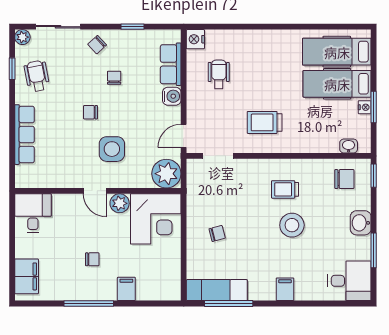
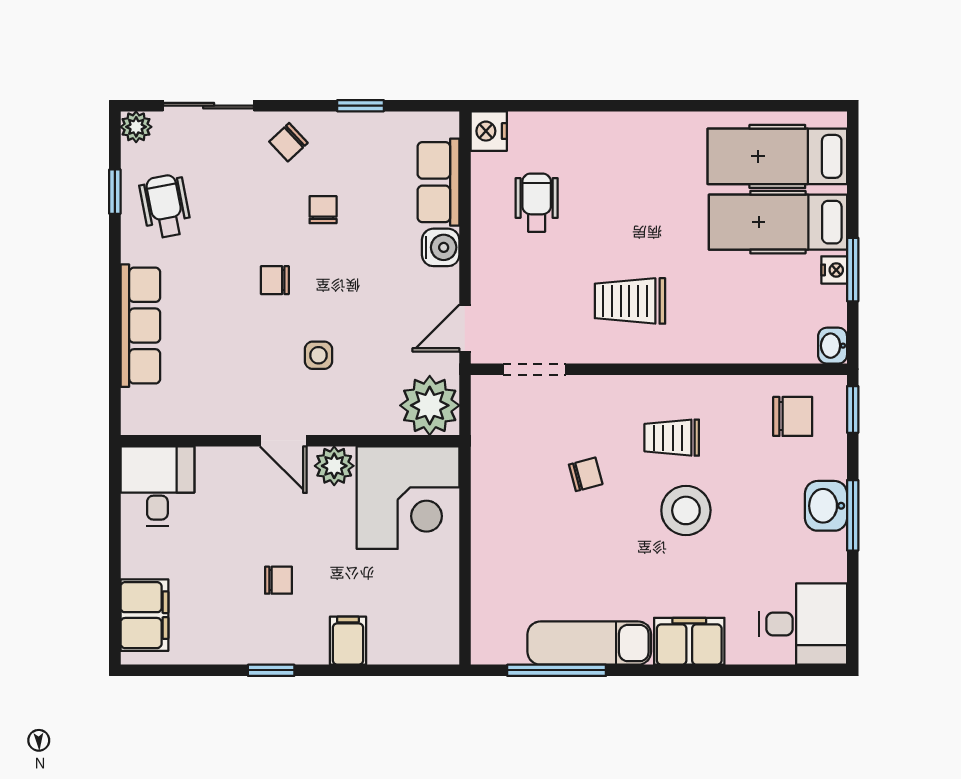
washbasin: (349, 146) -> (833, 346), moved, turned -90
side table: (112, 149) -> (318, 355), width x0.54, depth x0.54
chair: (217, 233) -> (586, 474), moved
window: (374, 250) -> (853, 515), moved
filing cabinet: (285, 289) -> (689, 641), width x2.00
exam couch: (217, 290) -> (589, 643), moved
window: (89, 303) -> (271, 670), width x0.46

